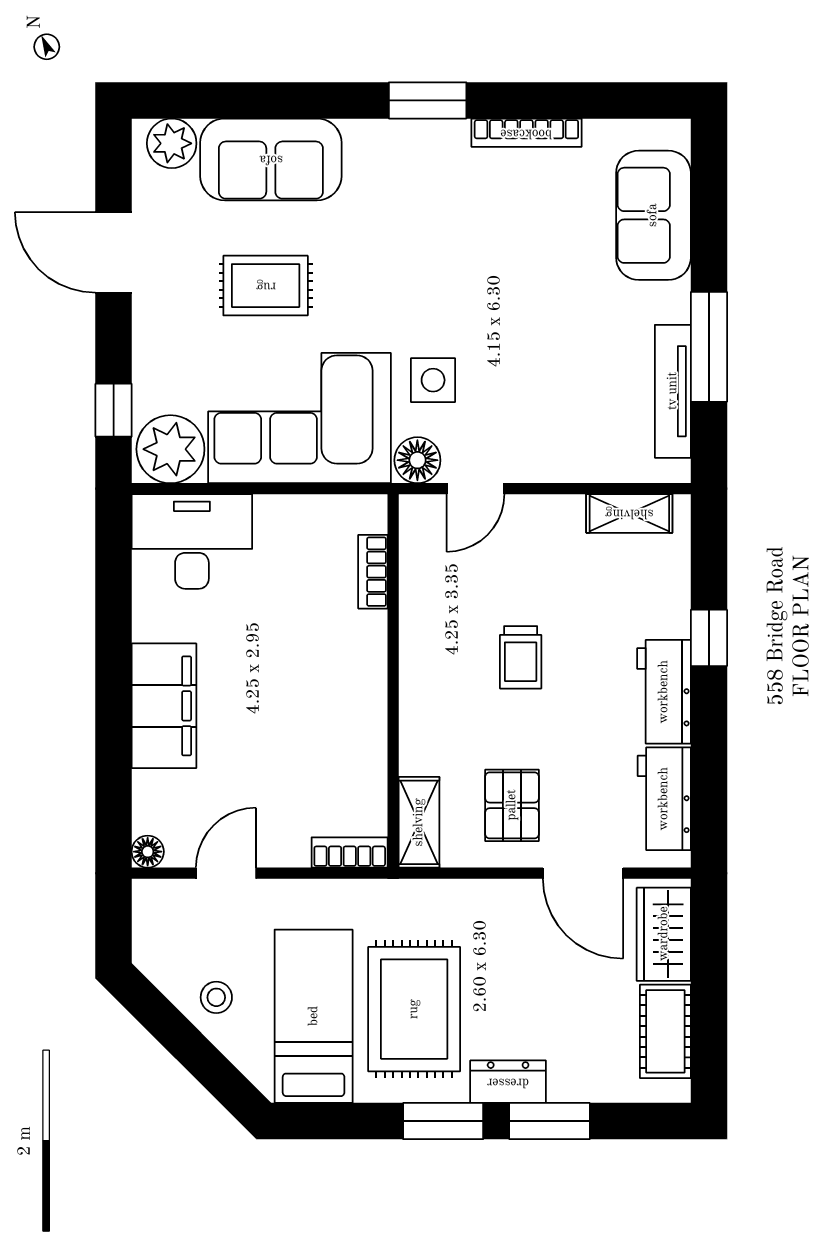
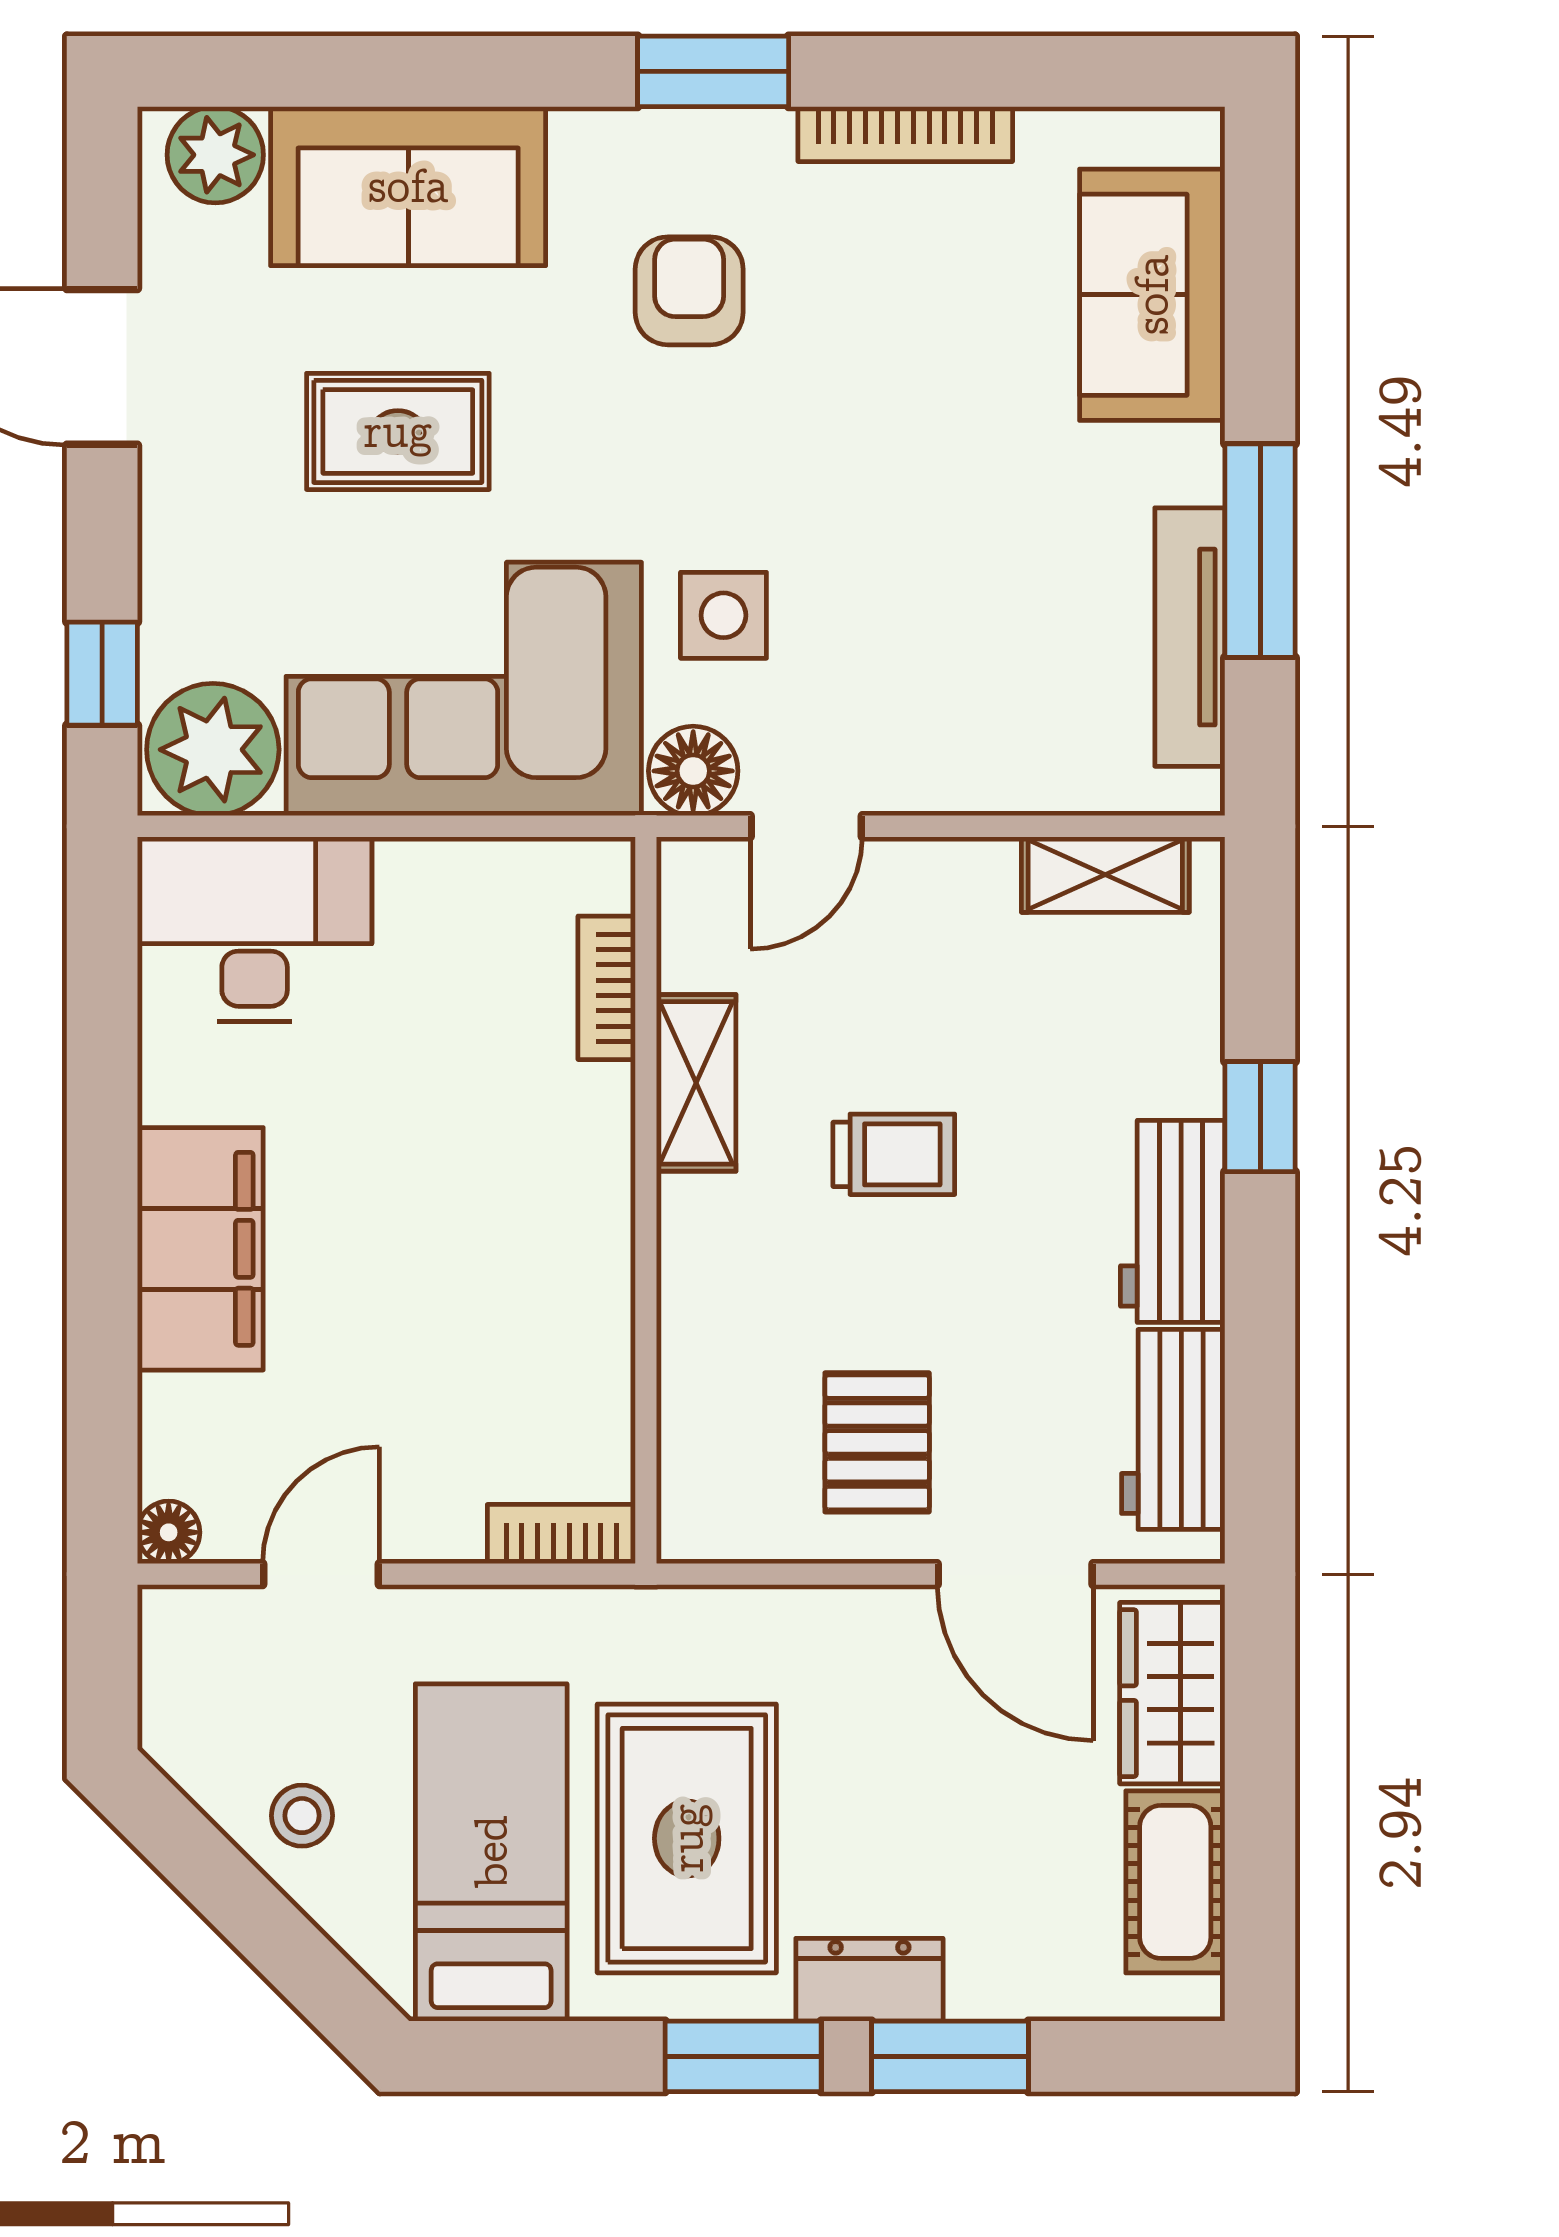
armchair: (415, 213) -> (689, 291), added
trolley: (521, 657) -> (894, 1154), turned -90
shelving: (419, 822) -> (696, 1083), moved

